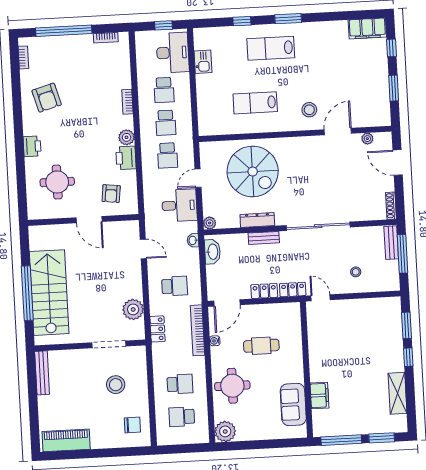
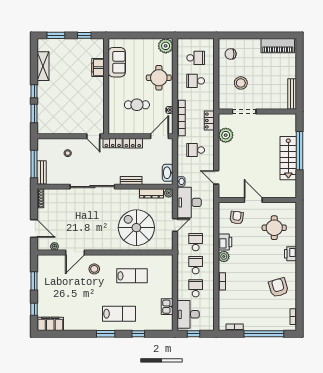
desk: (179, 205) -> (189, 202), width x1.37
dresser: (257, 220) -> (151, 193), moved
stairs: (49, 293) -> (288, 158), width x0.73, depth x0.66
window: (341, 440) -> (84, 35), width x0.46

